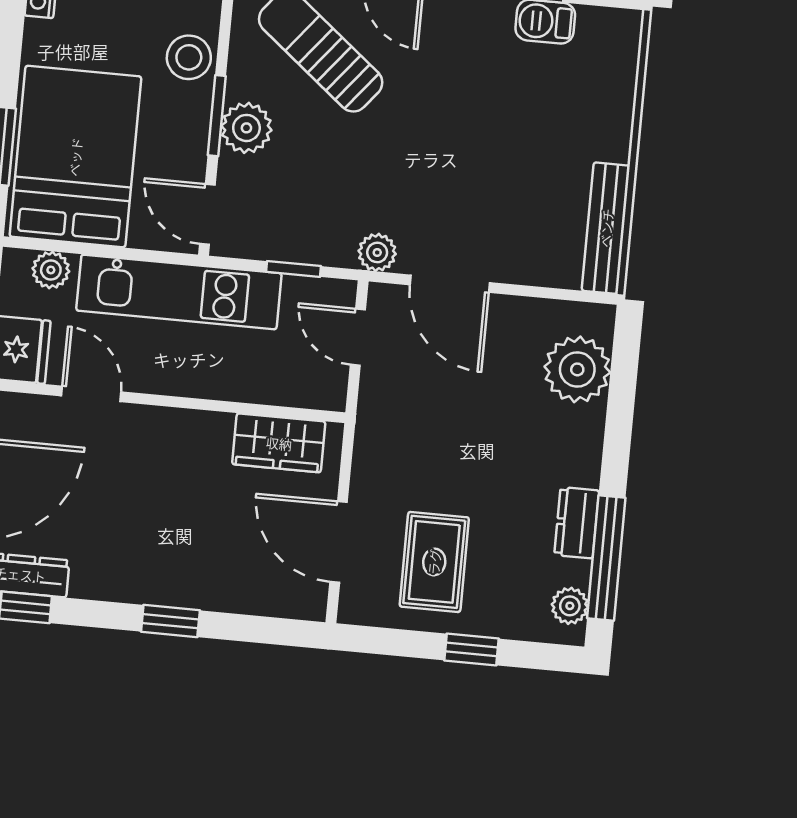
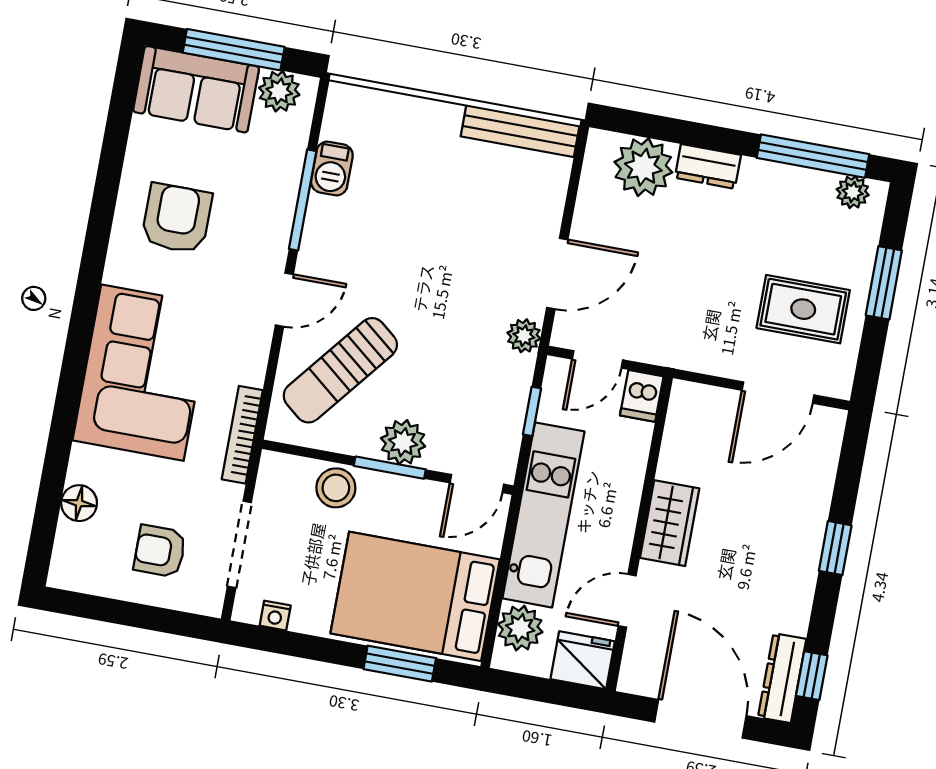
plant: (51, 270) -> (520, 628), width x1.38, depth x1.38
dishwasher: (321, 390) -> (642, 396), added
wardrobe: (279, 443) -> (670, 523), moved
dresser: (577, 523) -> (708, 166), moved
window: (471, 649) -> (884, 283), width x1.50

